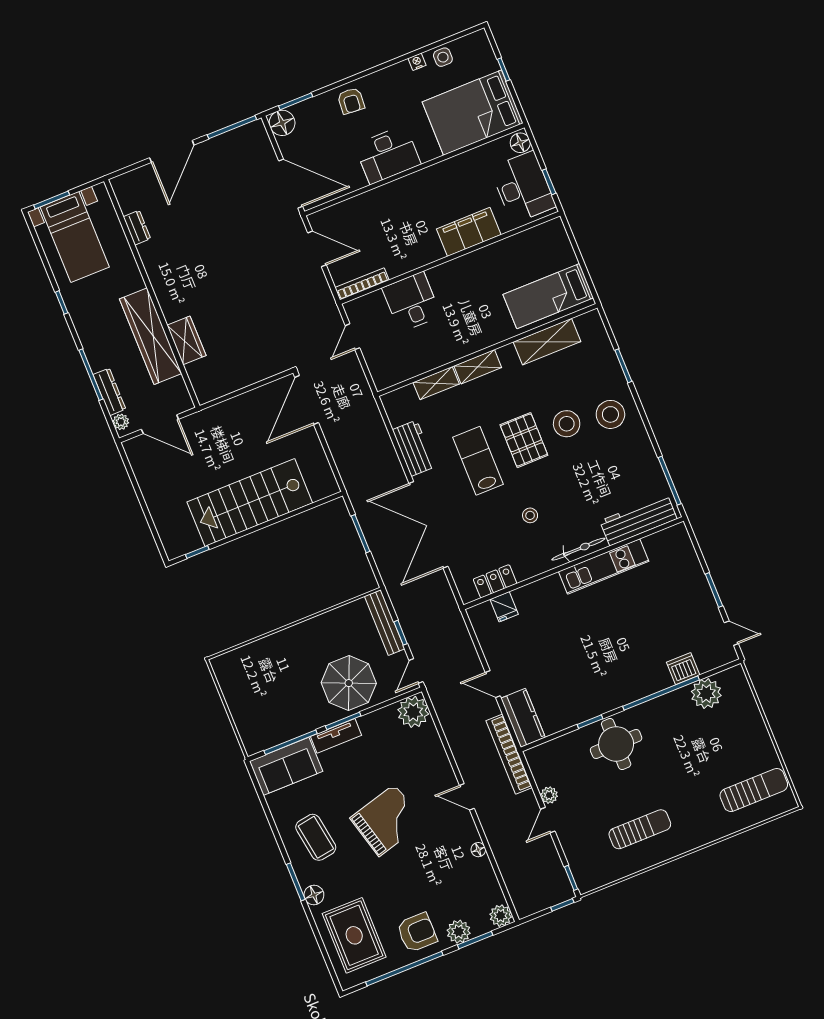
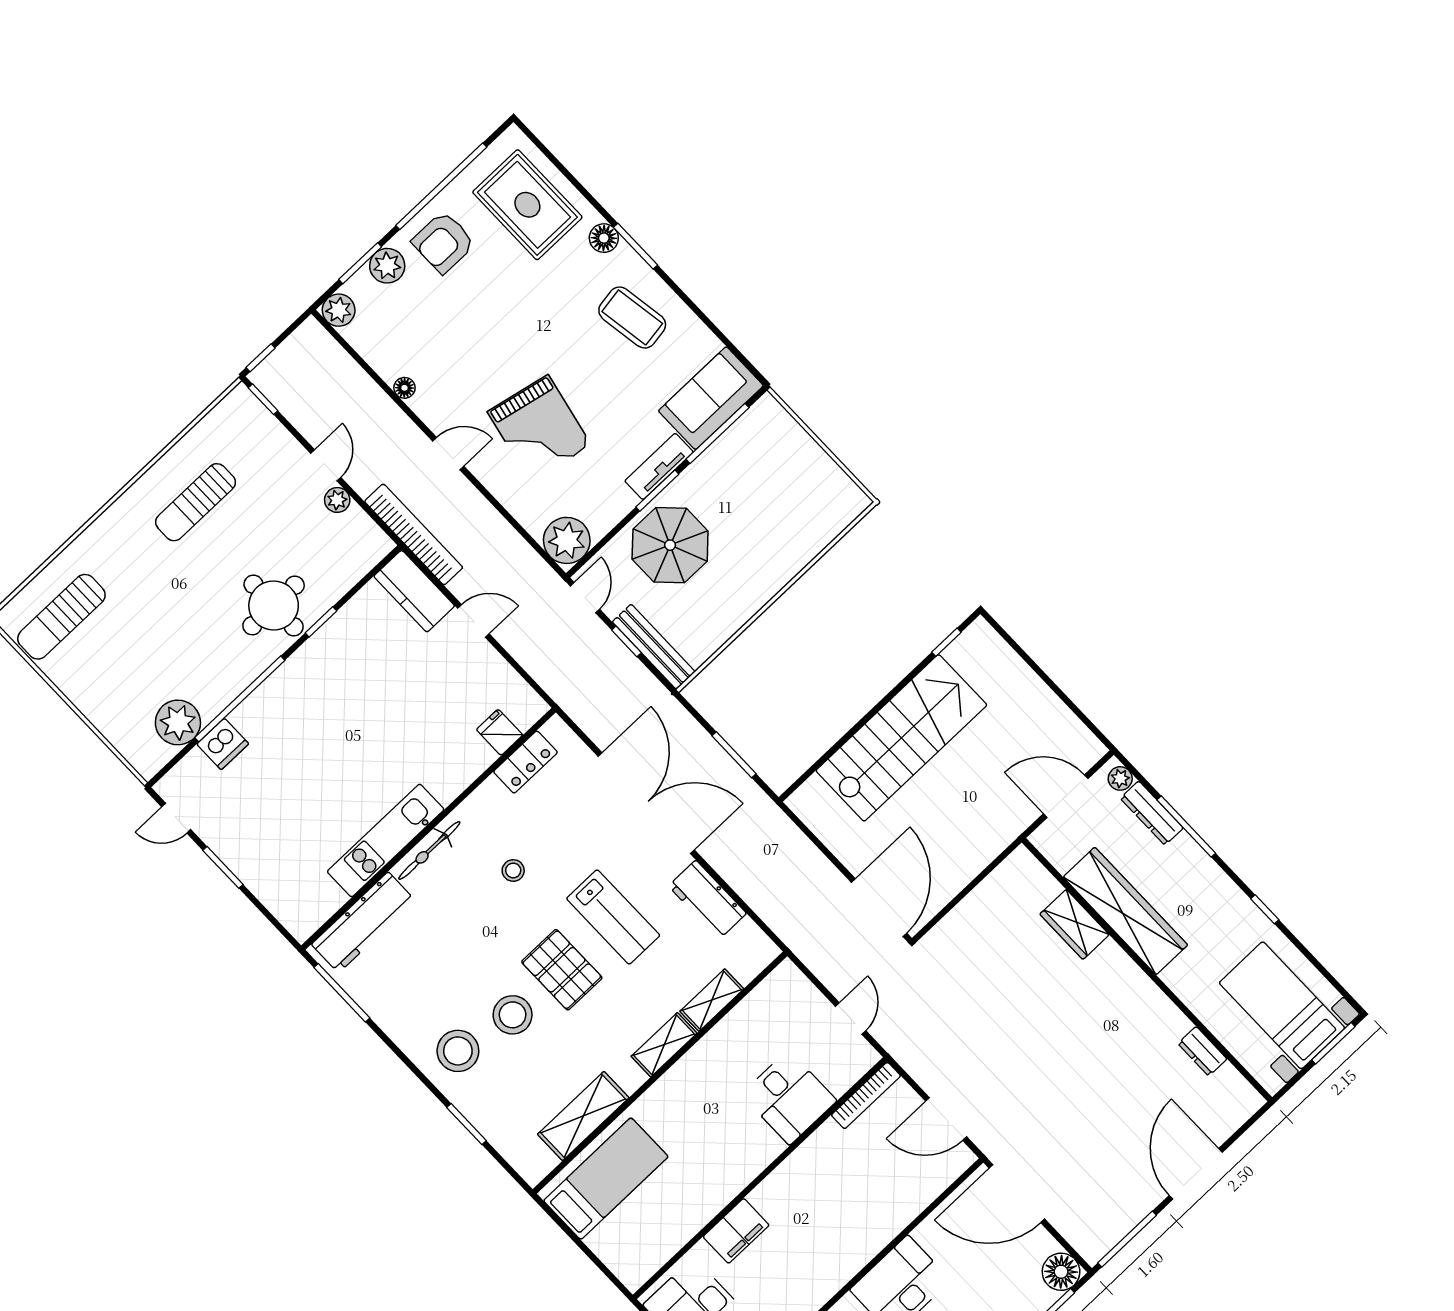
filing cabinet: (469, 232) -> (736, 1231), width x0.67, depth x0.86
grand piano: (387, 820) -> (539, 428), moved, turned -63

